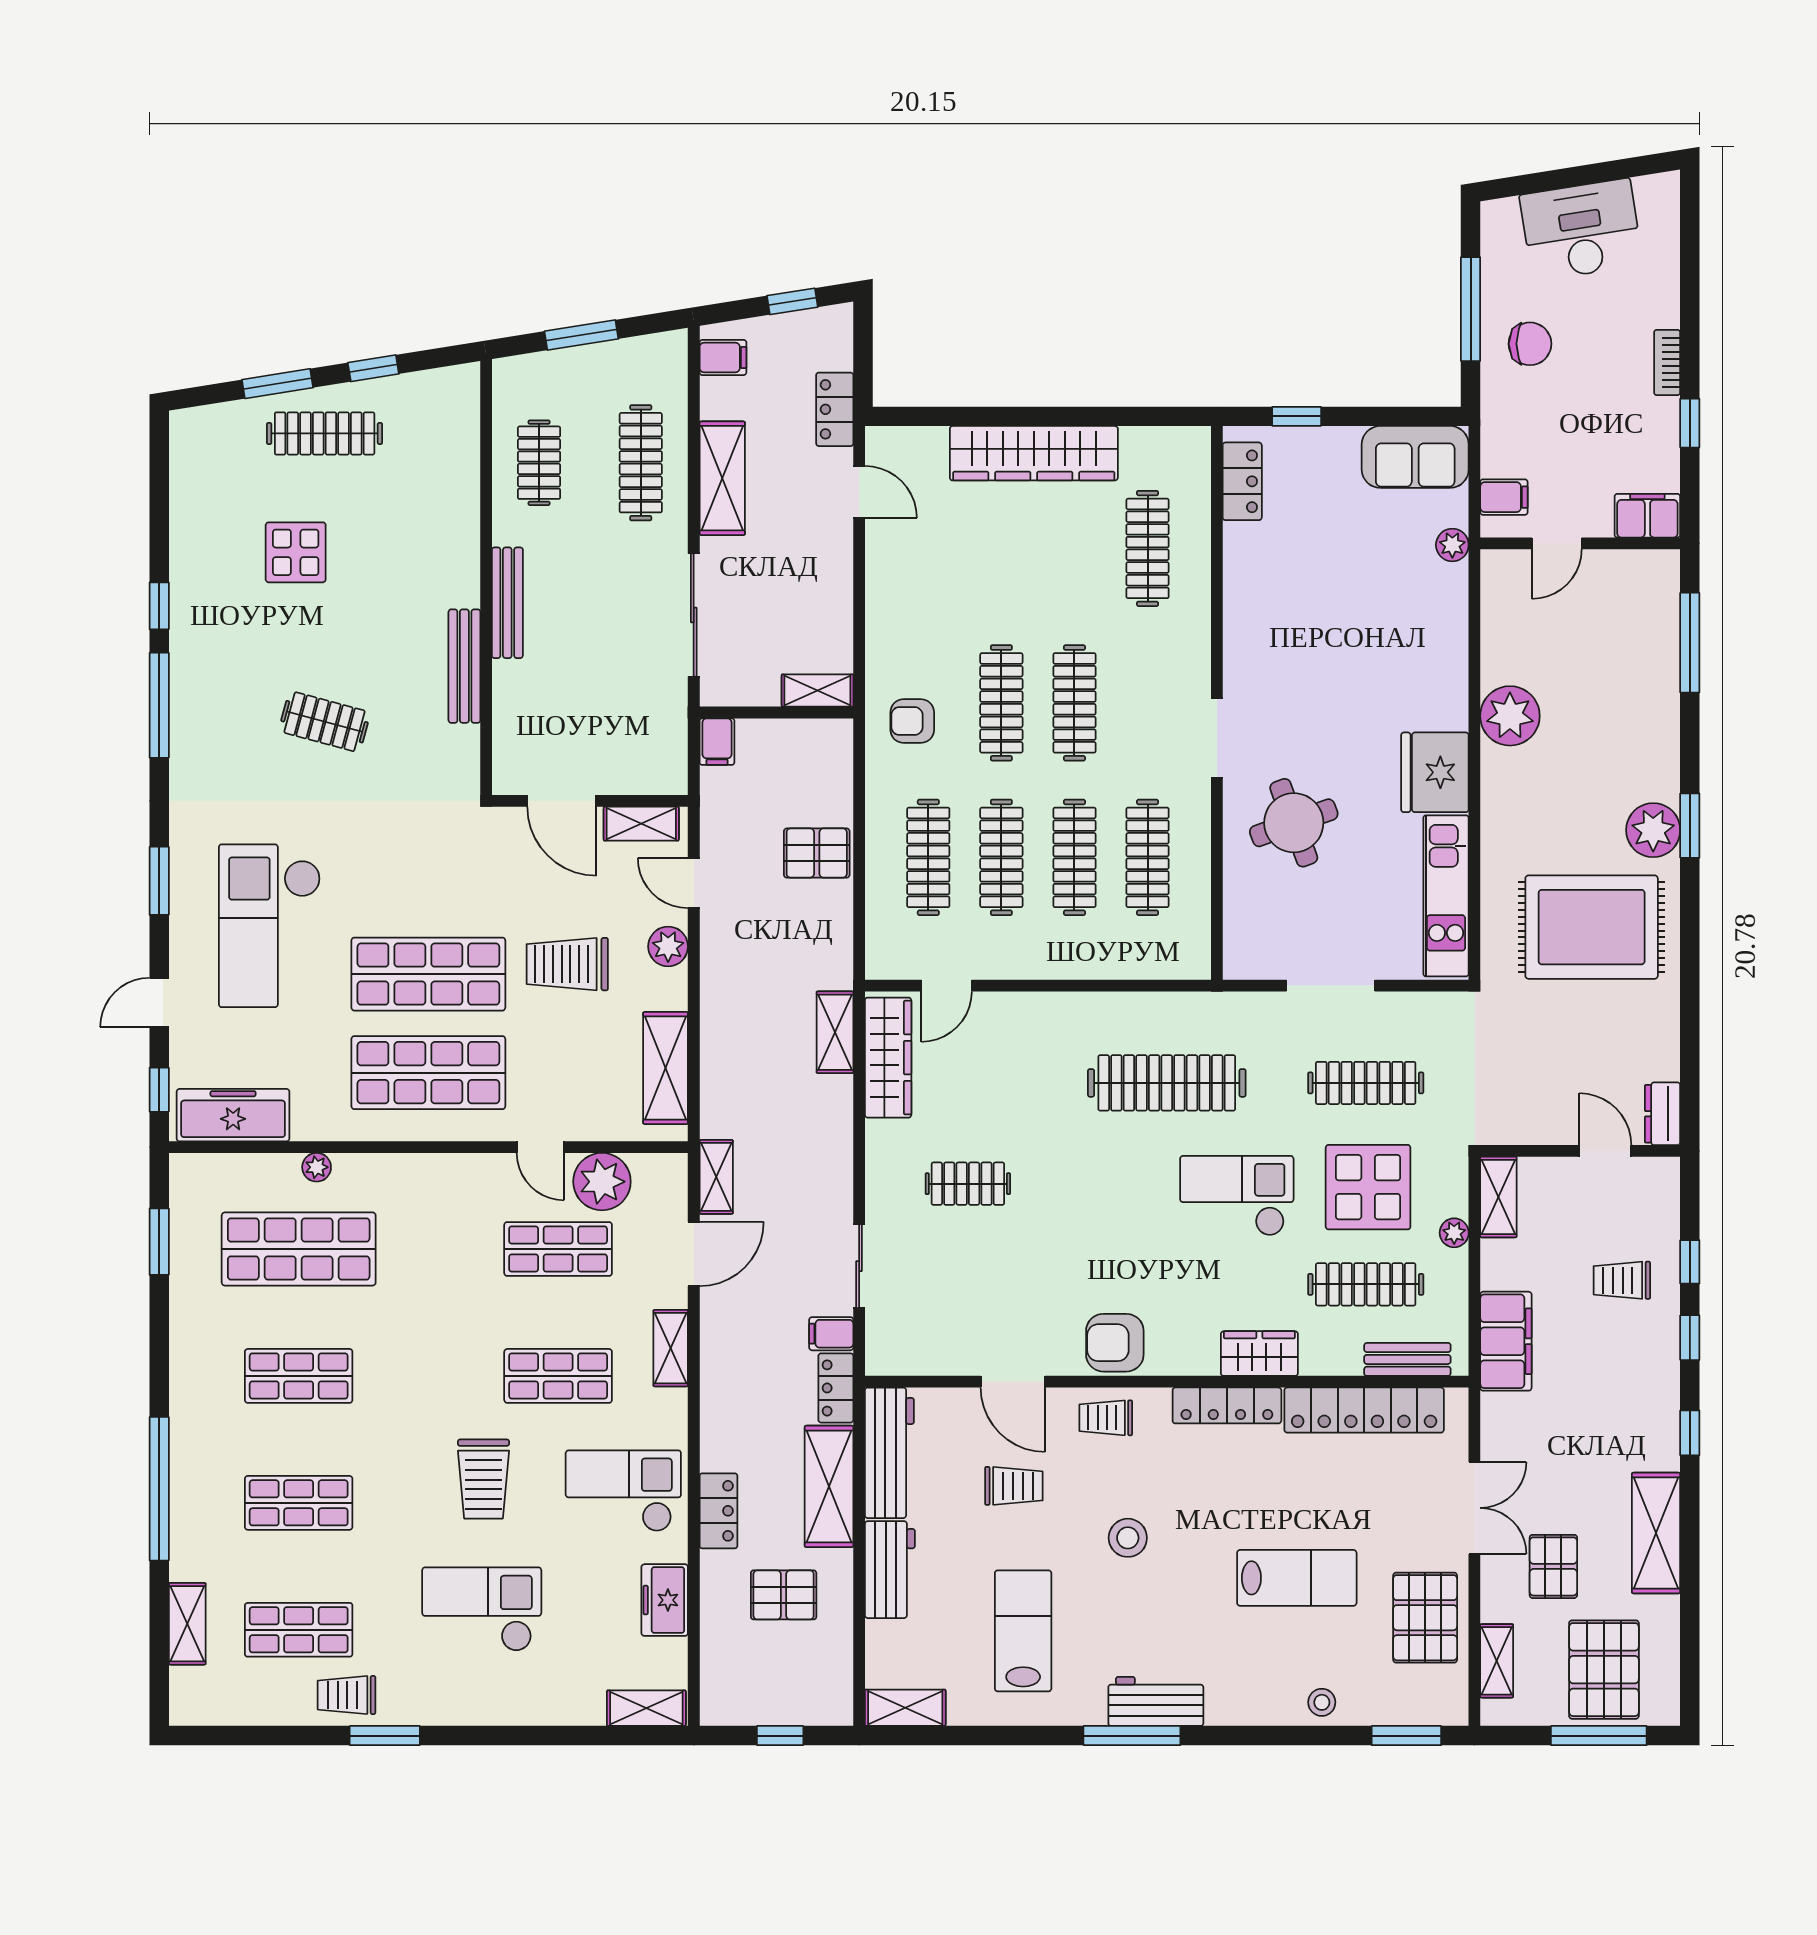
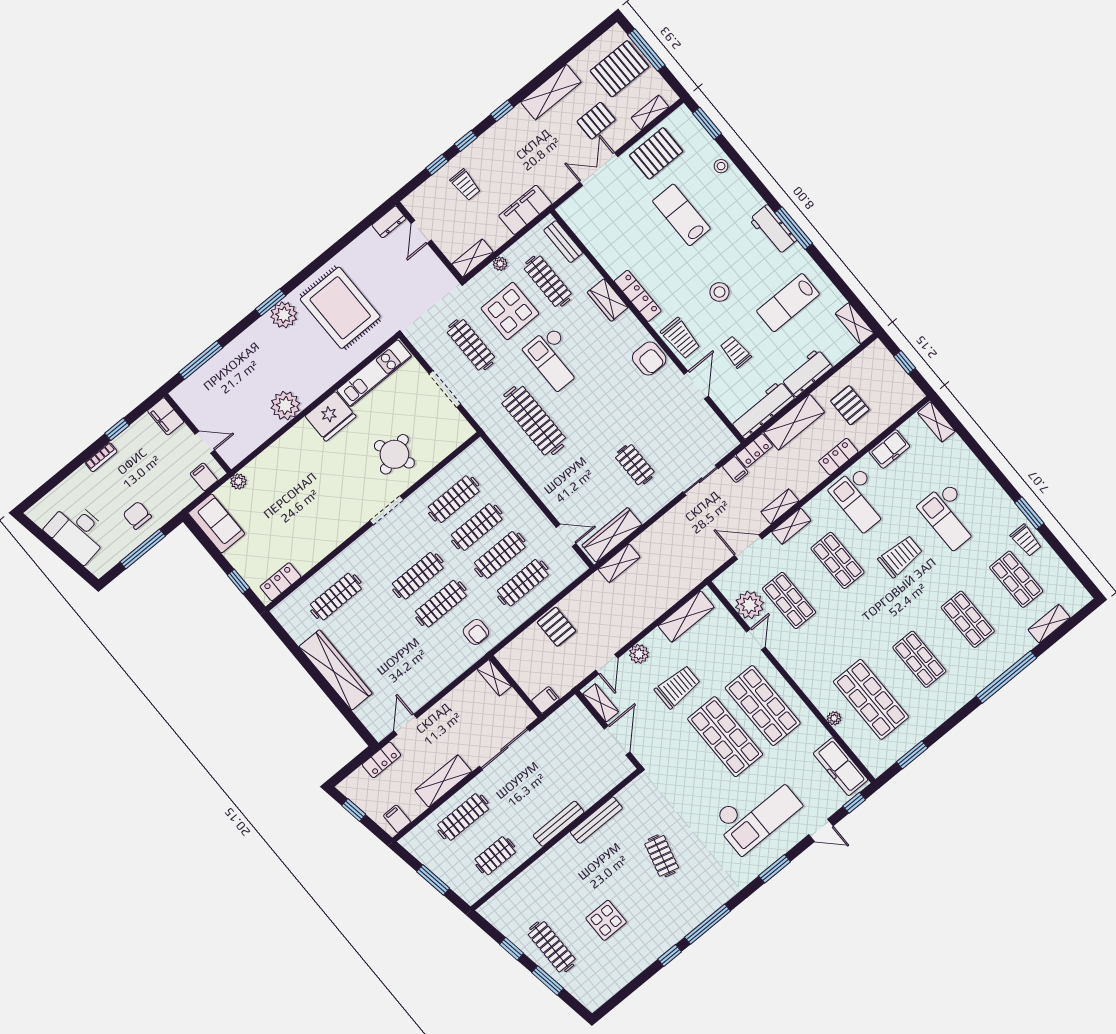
trolley: (567, 964) -> (677, 687), turned -90
shelving: (716, 1177) -> (780, 506), moved
locker: (1364, 1410) -> (596, 242), removed
trolley: (1106, 1418) -> (681, 338), width x1.36, depth x1.39

